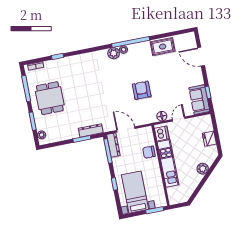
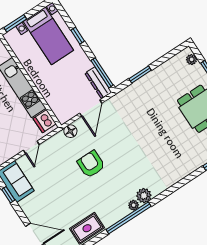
armchair: (142, 90) -> (91, 164), turned 180
floor lamp: (162, 116) -> (70, 131), moved
door: (126, 129) -> (91, 108), hinge flipped
dresser: (91, 130) -> (133, 89), removed
chair: (149, 152) -> (51, 92), removed

